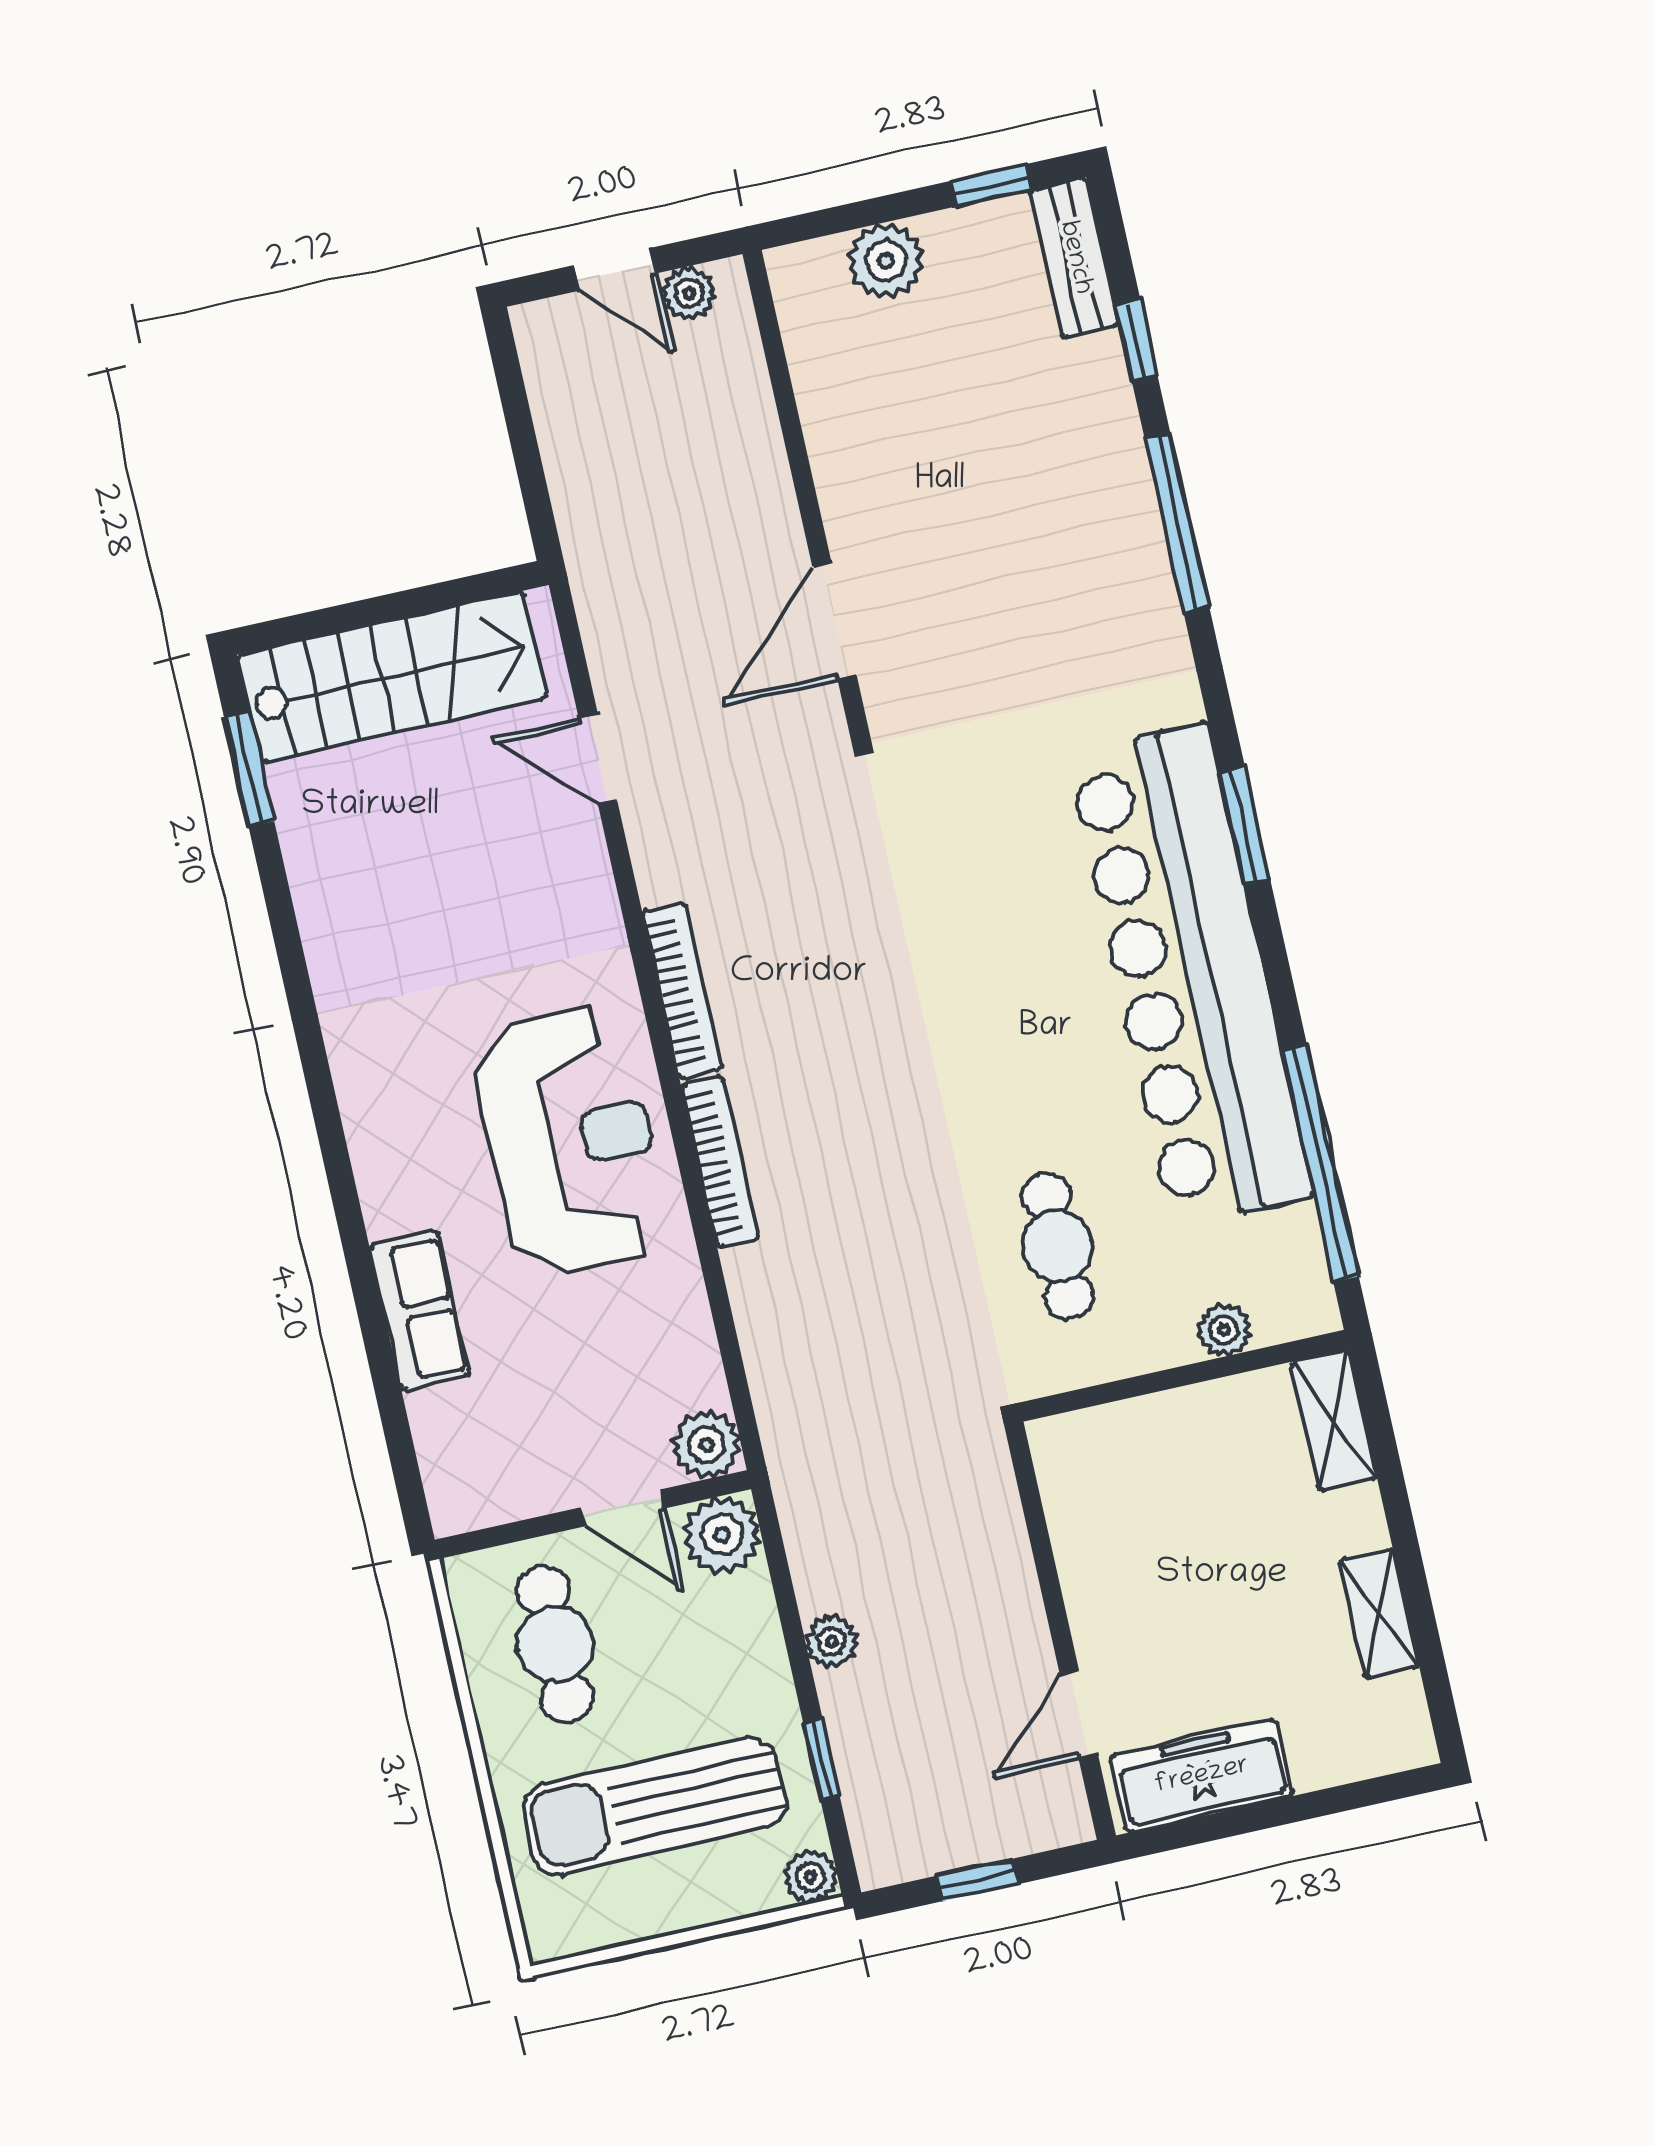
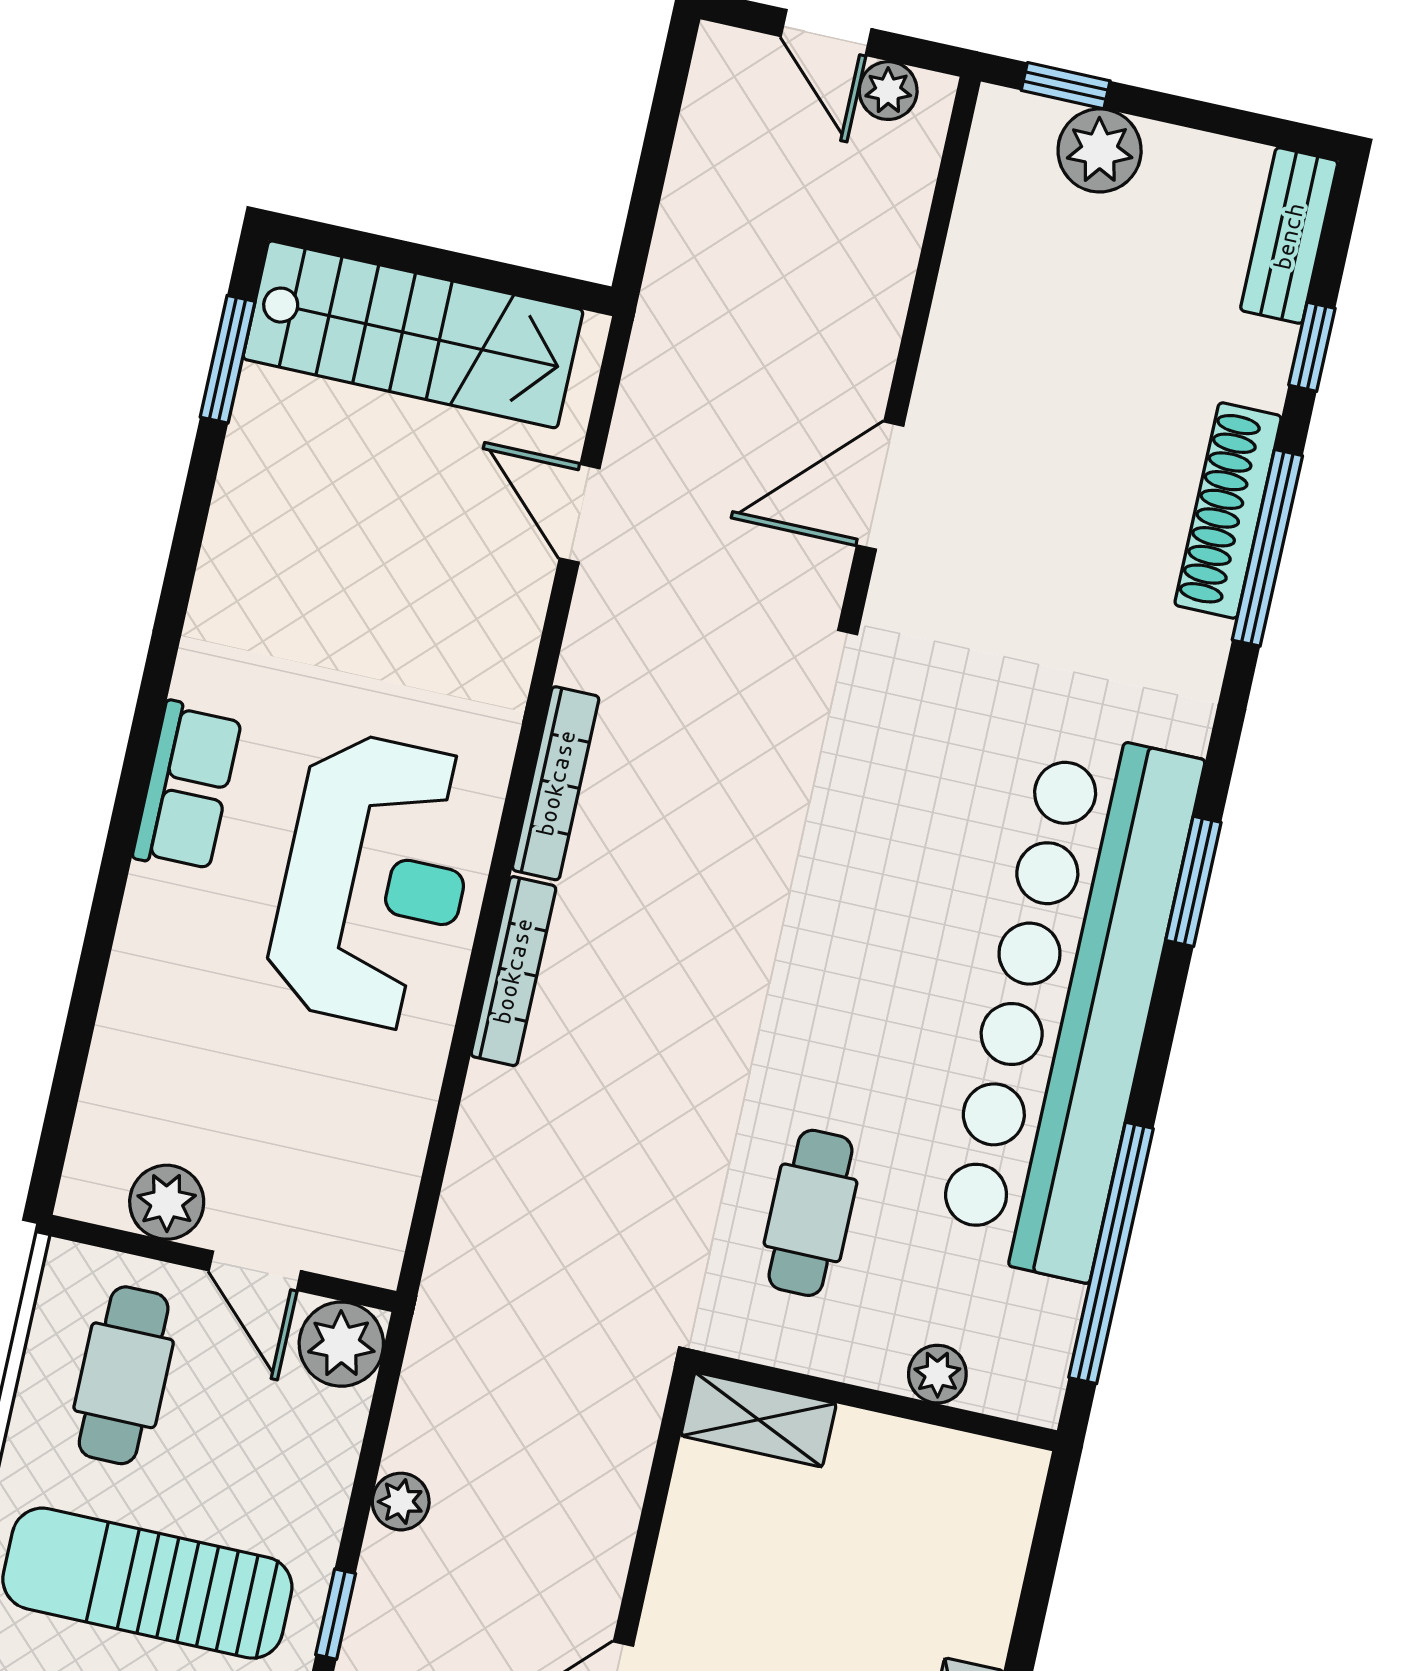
window: (991, 185) -> (1066, 86), moved
shoe rack: (1130, 507) -> (1228, 511), added
row of seats: (420, 1310) -> (187, 787), moved
shelving: (1334, 1420) -> (759, 1420), moved, turned 90
plant: (707, 1445) -> (167, 1202), moved

